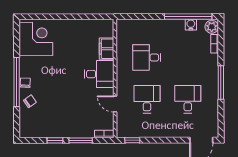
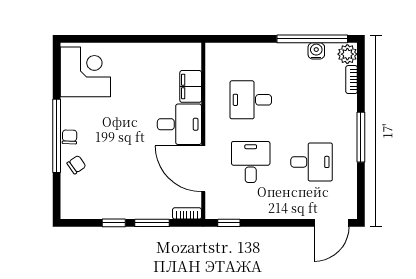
desk: (188, 99) -> (312, 162), turned 90
door: (115, 104) -> (203, 169), width x1.88

